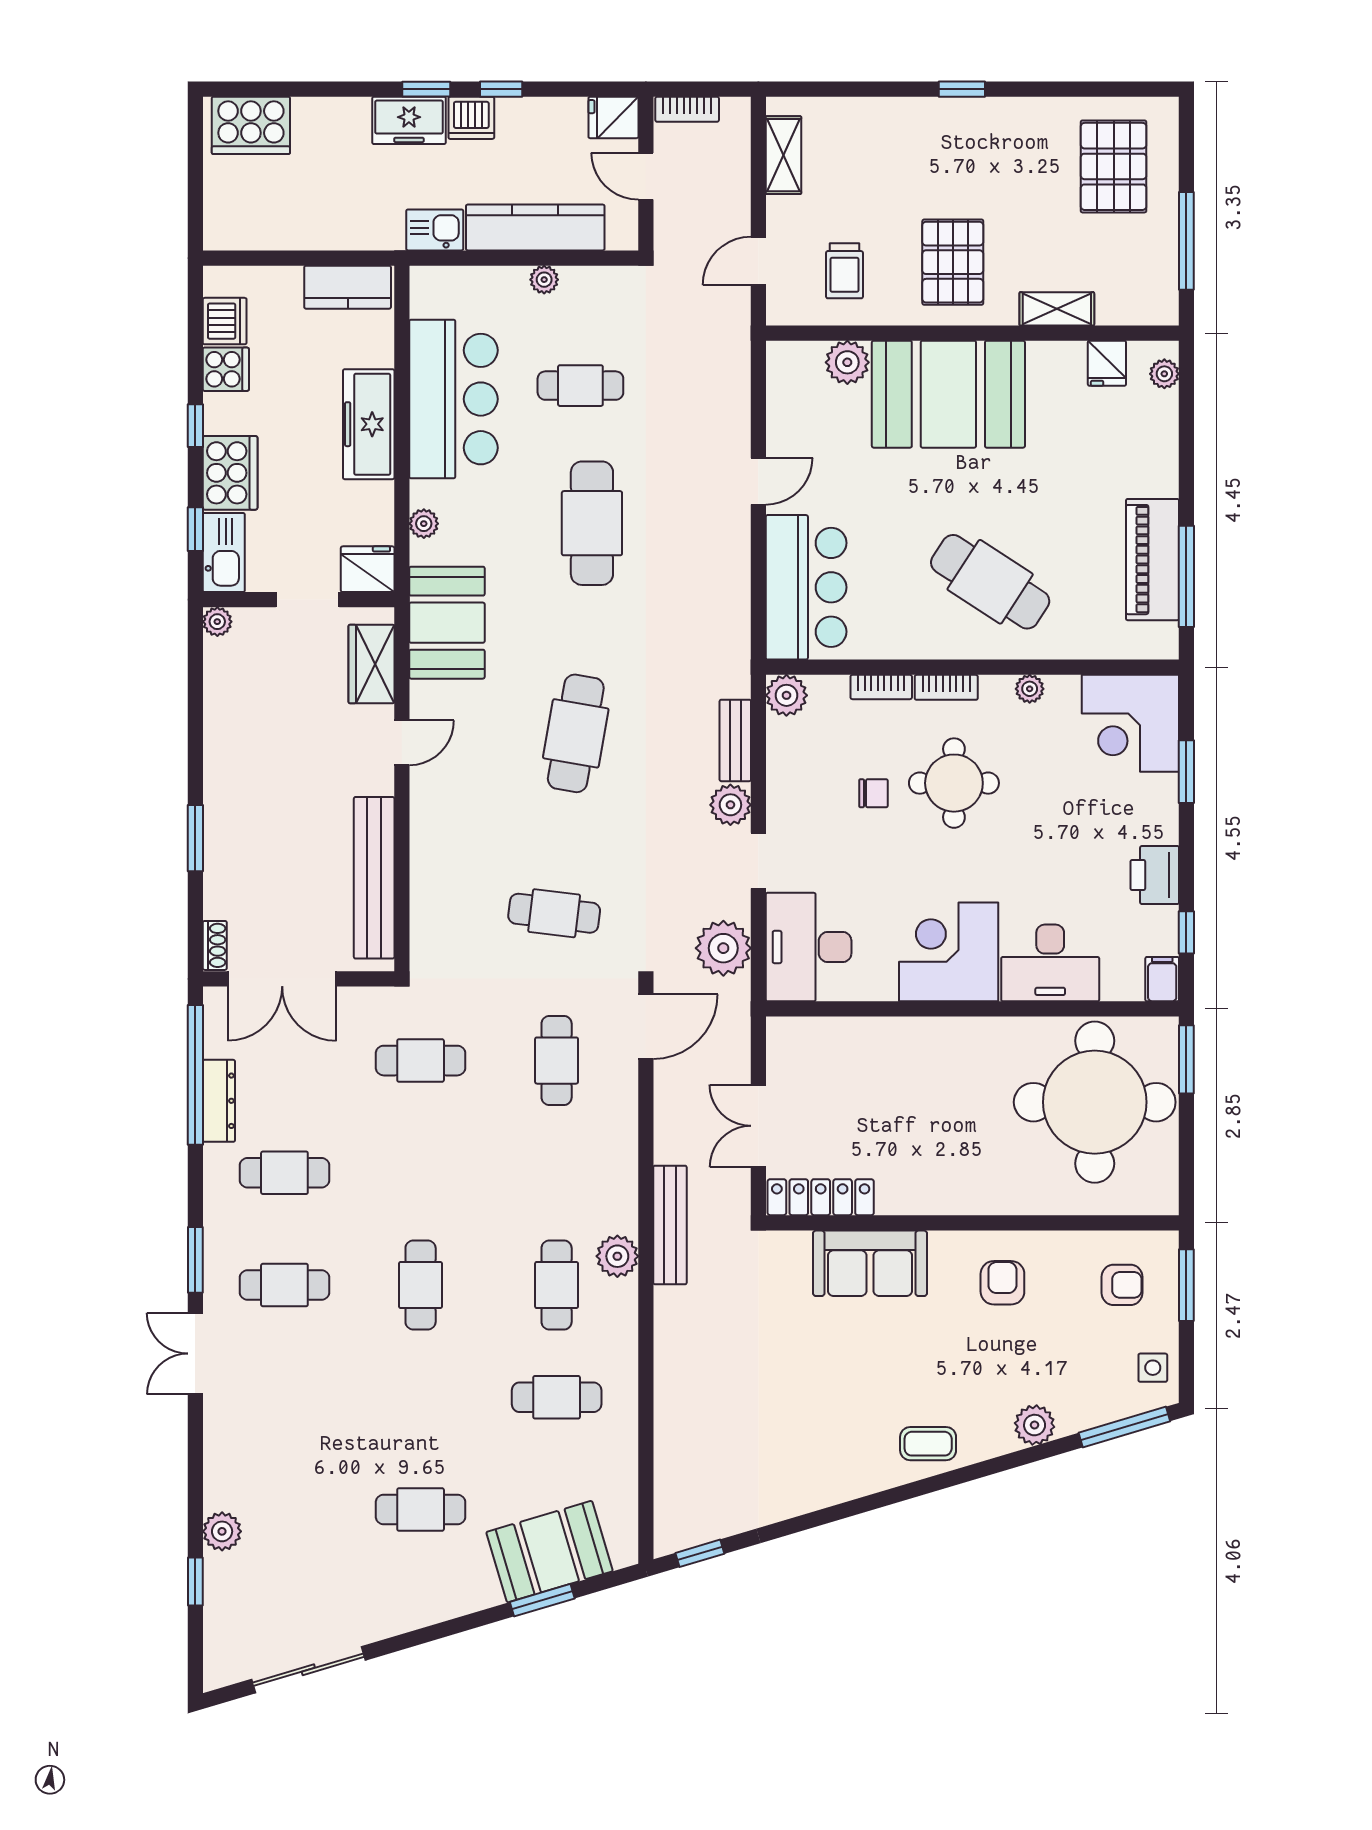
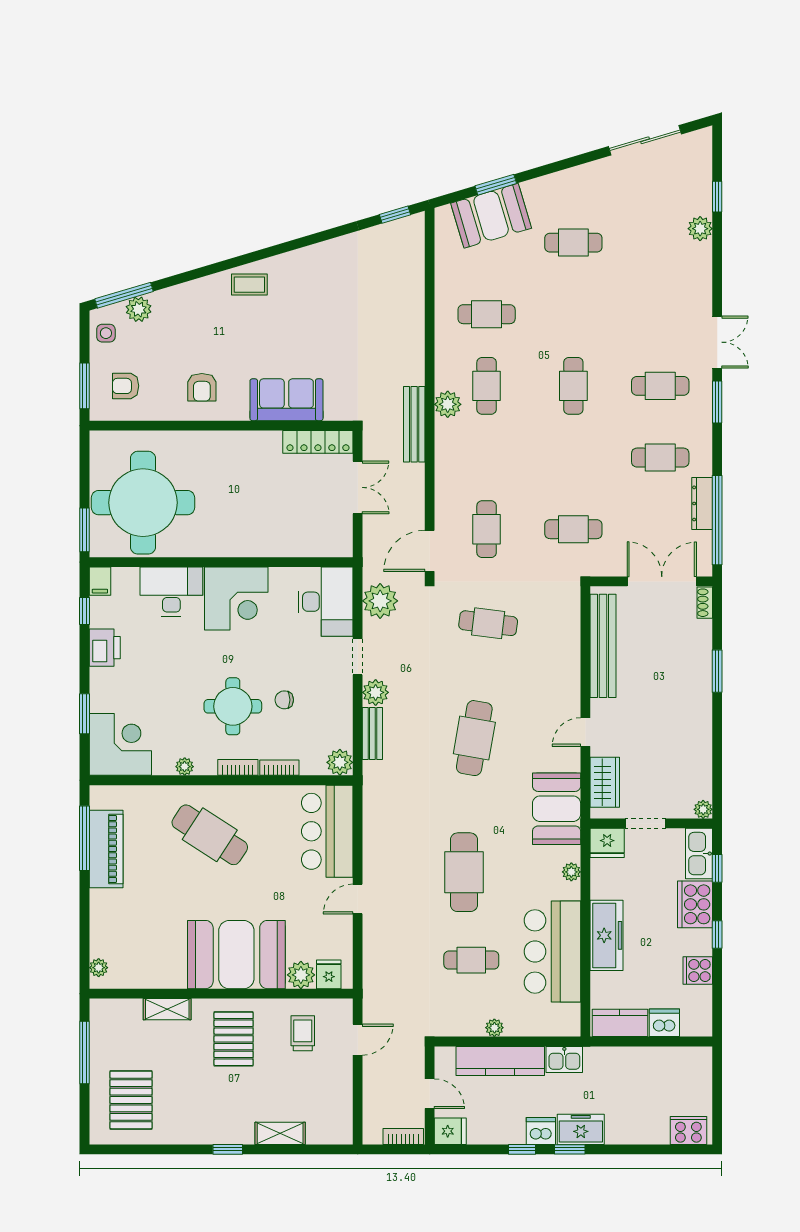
cooker: (251, 125) -> (688, 1131), width x0.73, depth x0.76
shelving: (783, 155) -> (280, 1133), moved, turned 90
dishwasher: (225, 321) -> (664, 1023), moved, turned 90
fridge: (1107, 363) -> (329, 974), moved
plant: (1035, 1425) -> (139, 309), moved

